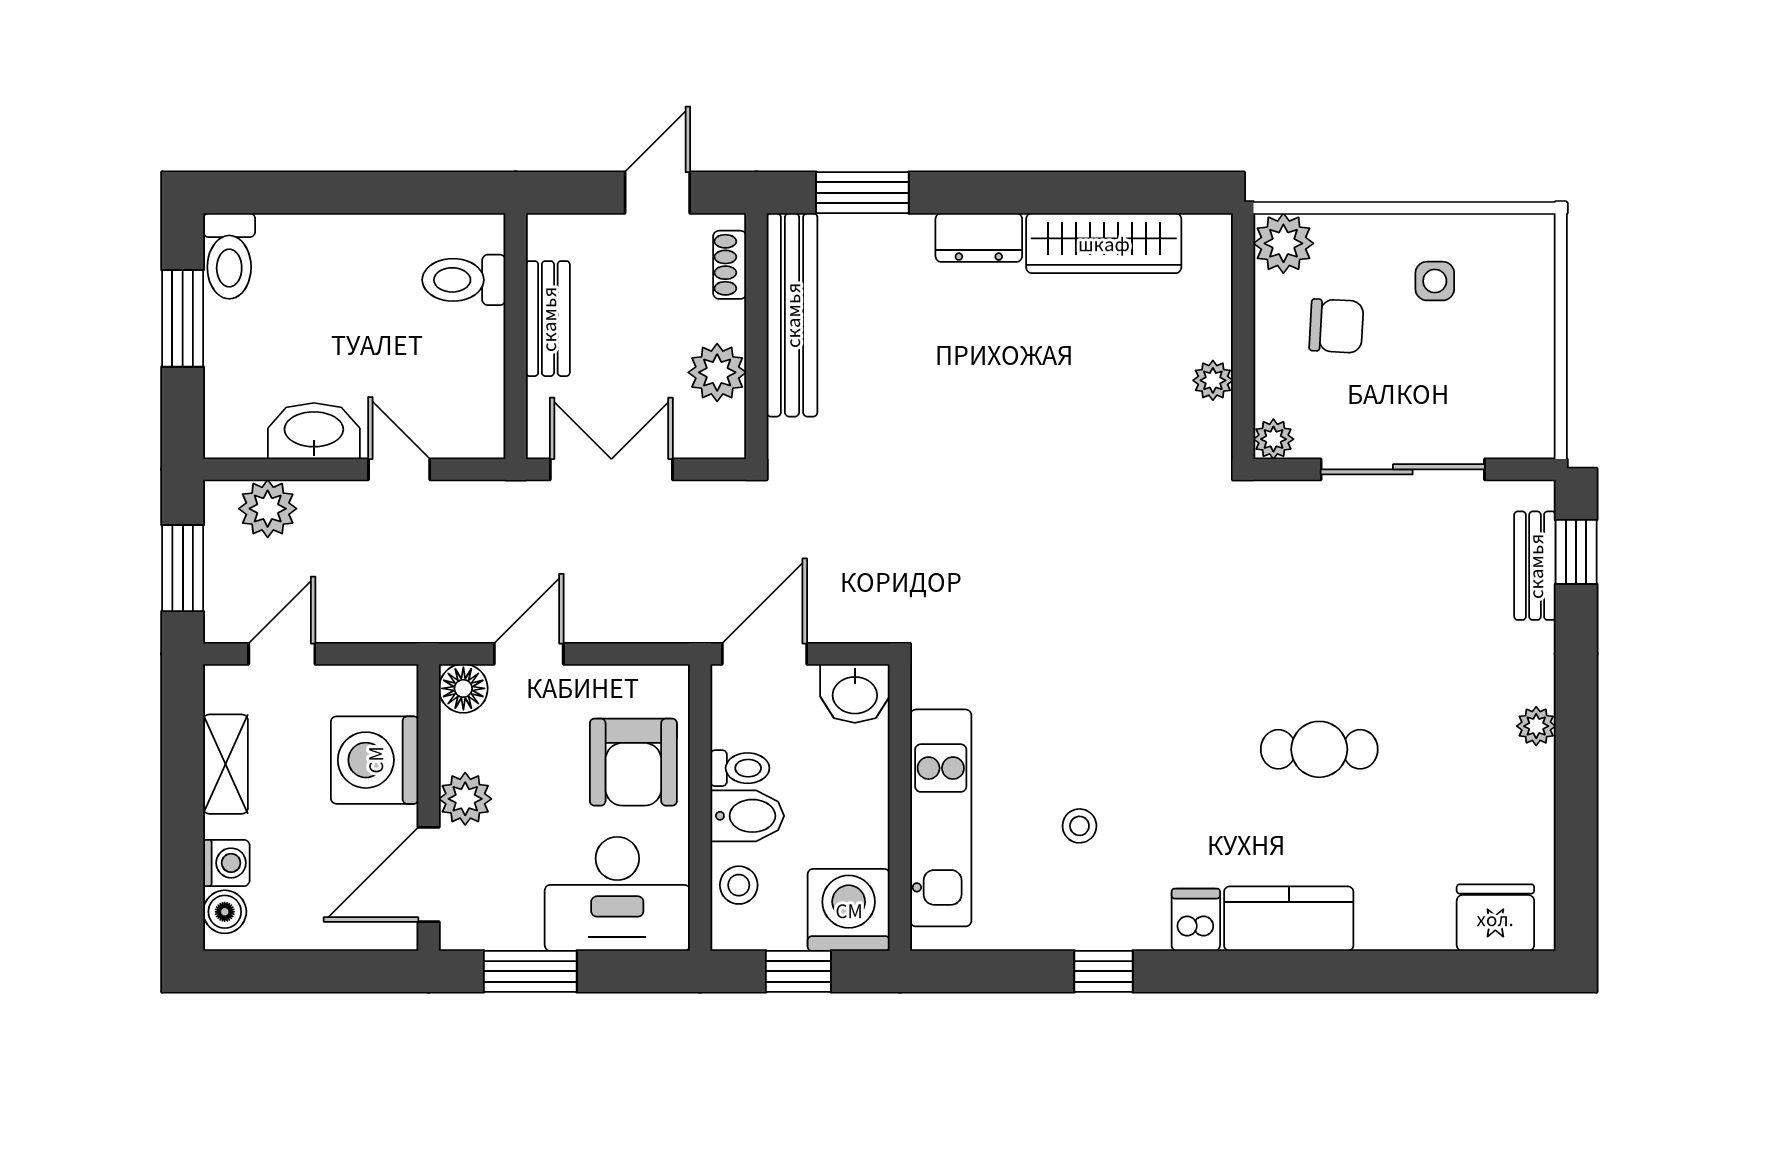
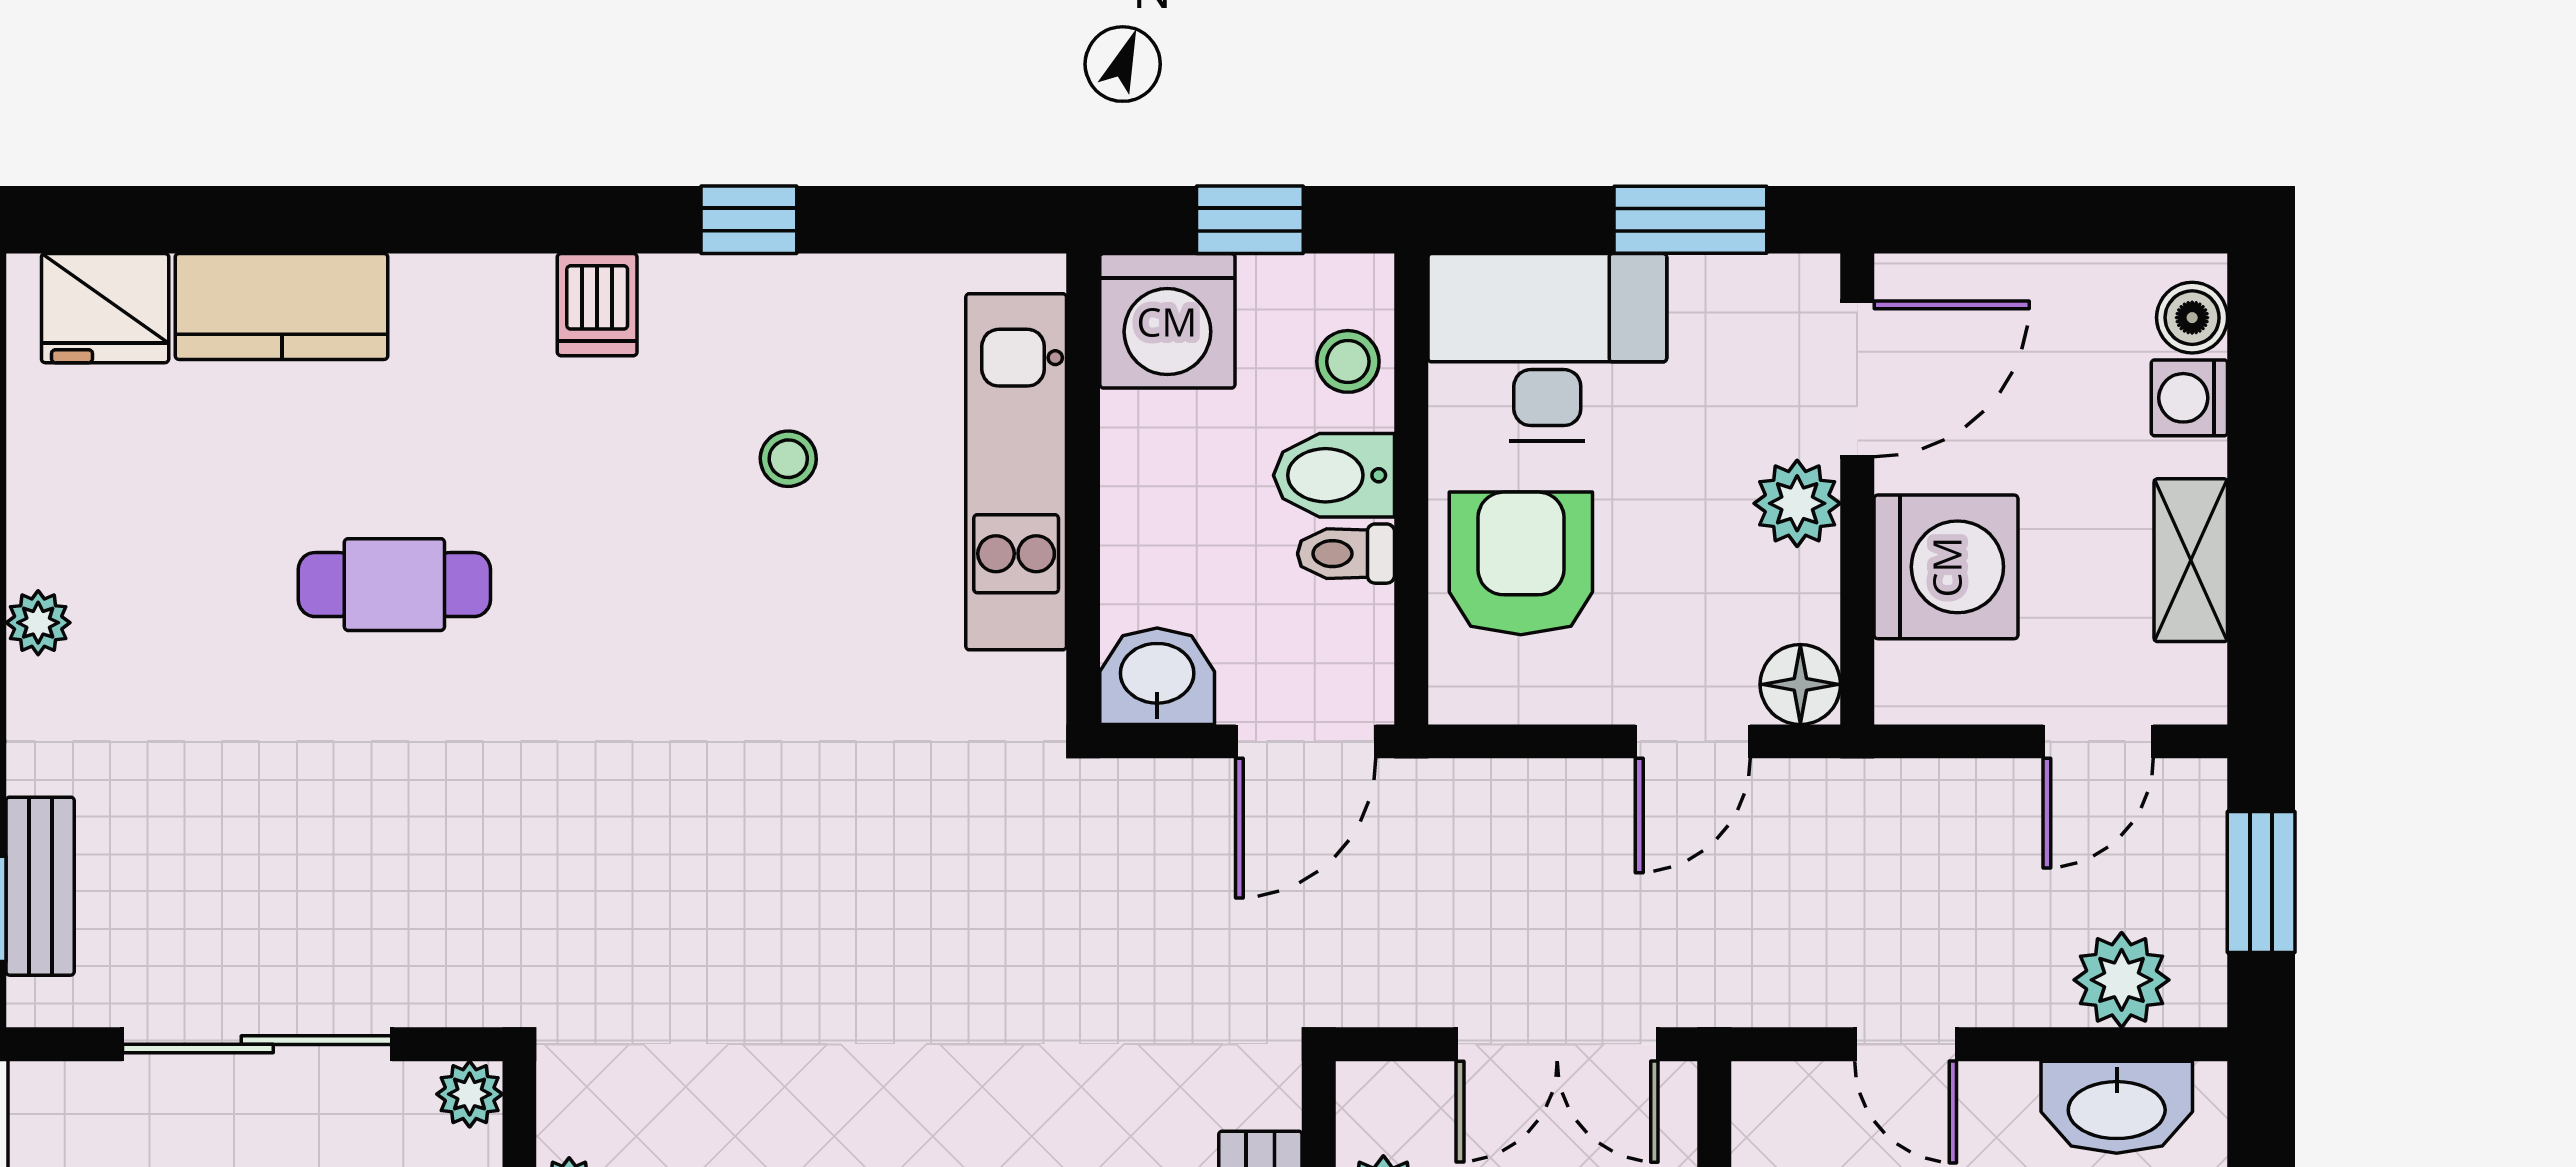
washbasin: (314, 431) -> (2117, 1107), moved
kitchen counter: (1289, 919) -> (282, 306), moved

